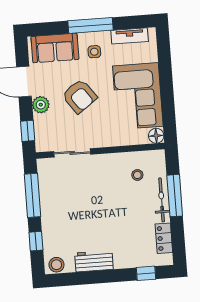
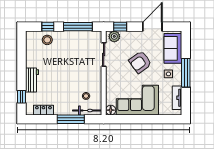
plant: (41, 105) -> (114, 36), moved
bicycle: (162, 200) -> (87, 110), moved
workbench: (94, 261) -> (32, 80), moved
stool: (56, 265) -> (47, 40), moved

